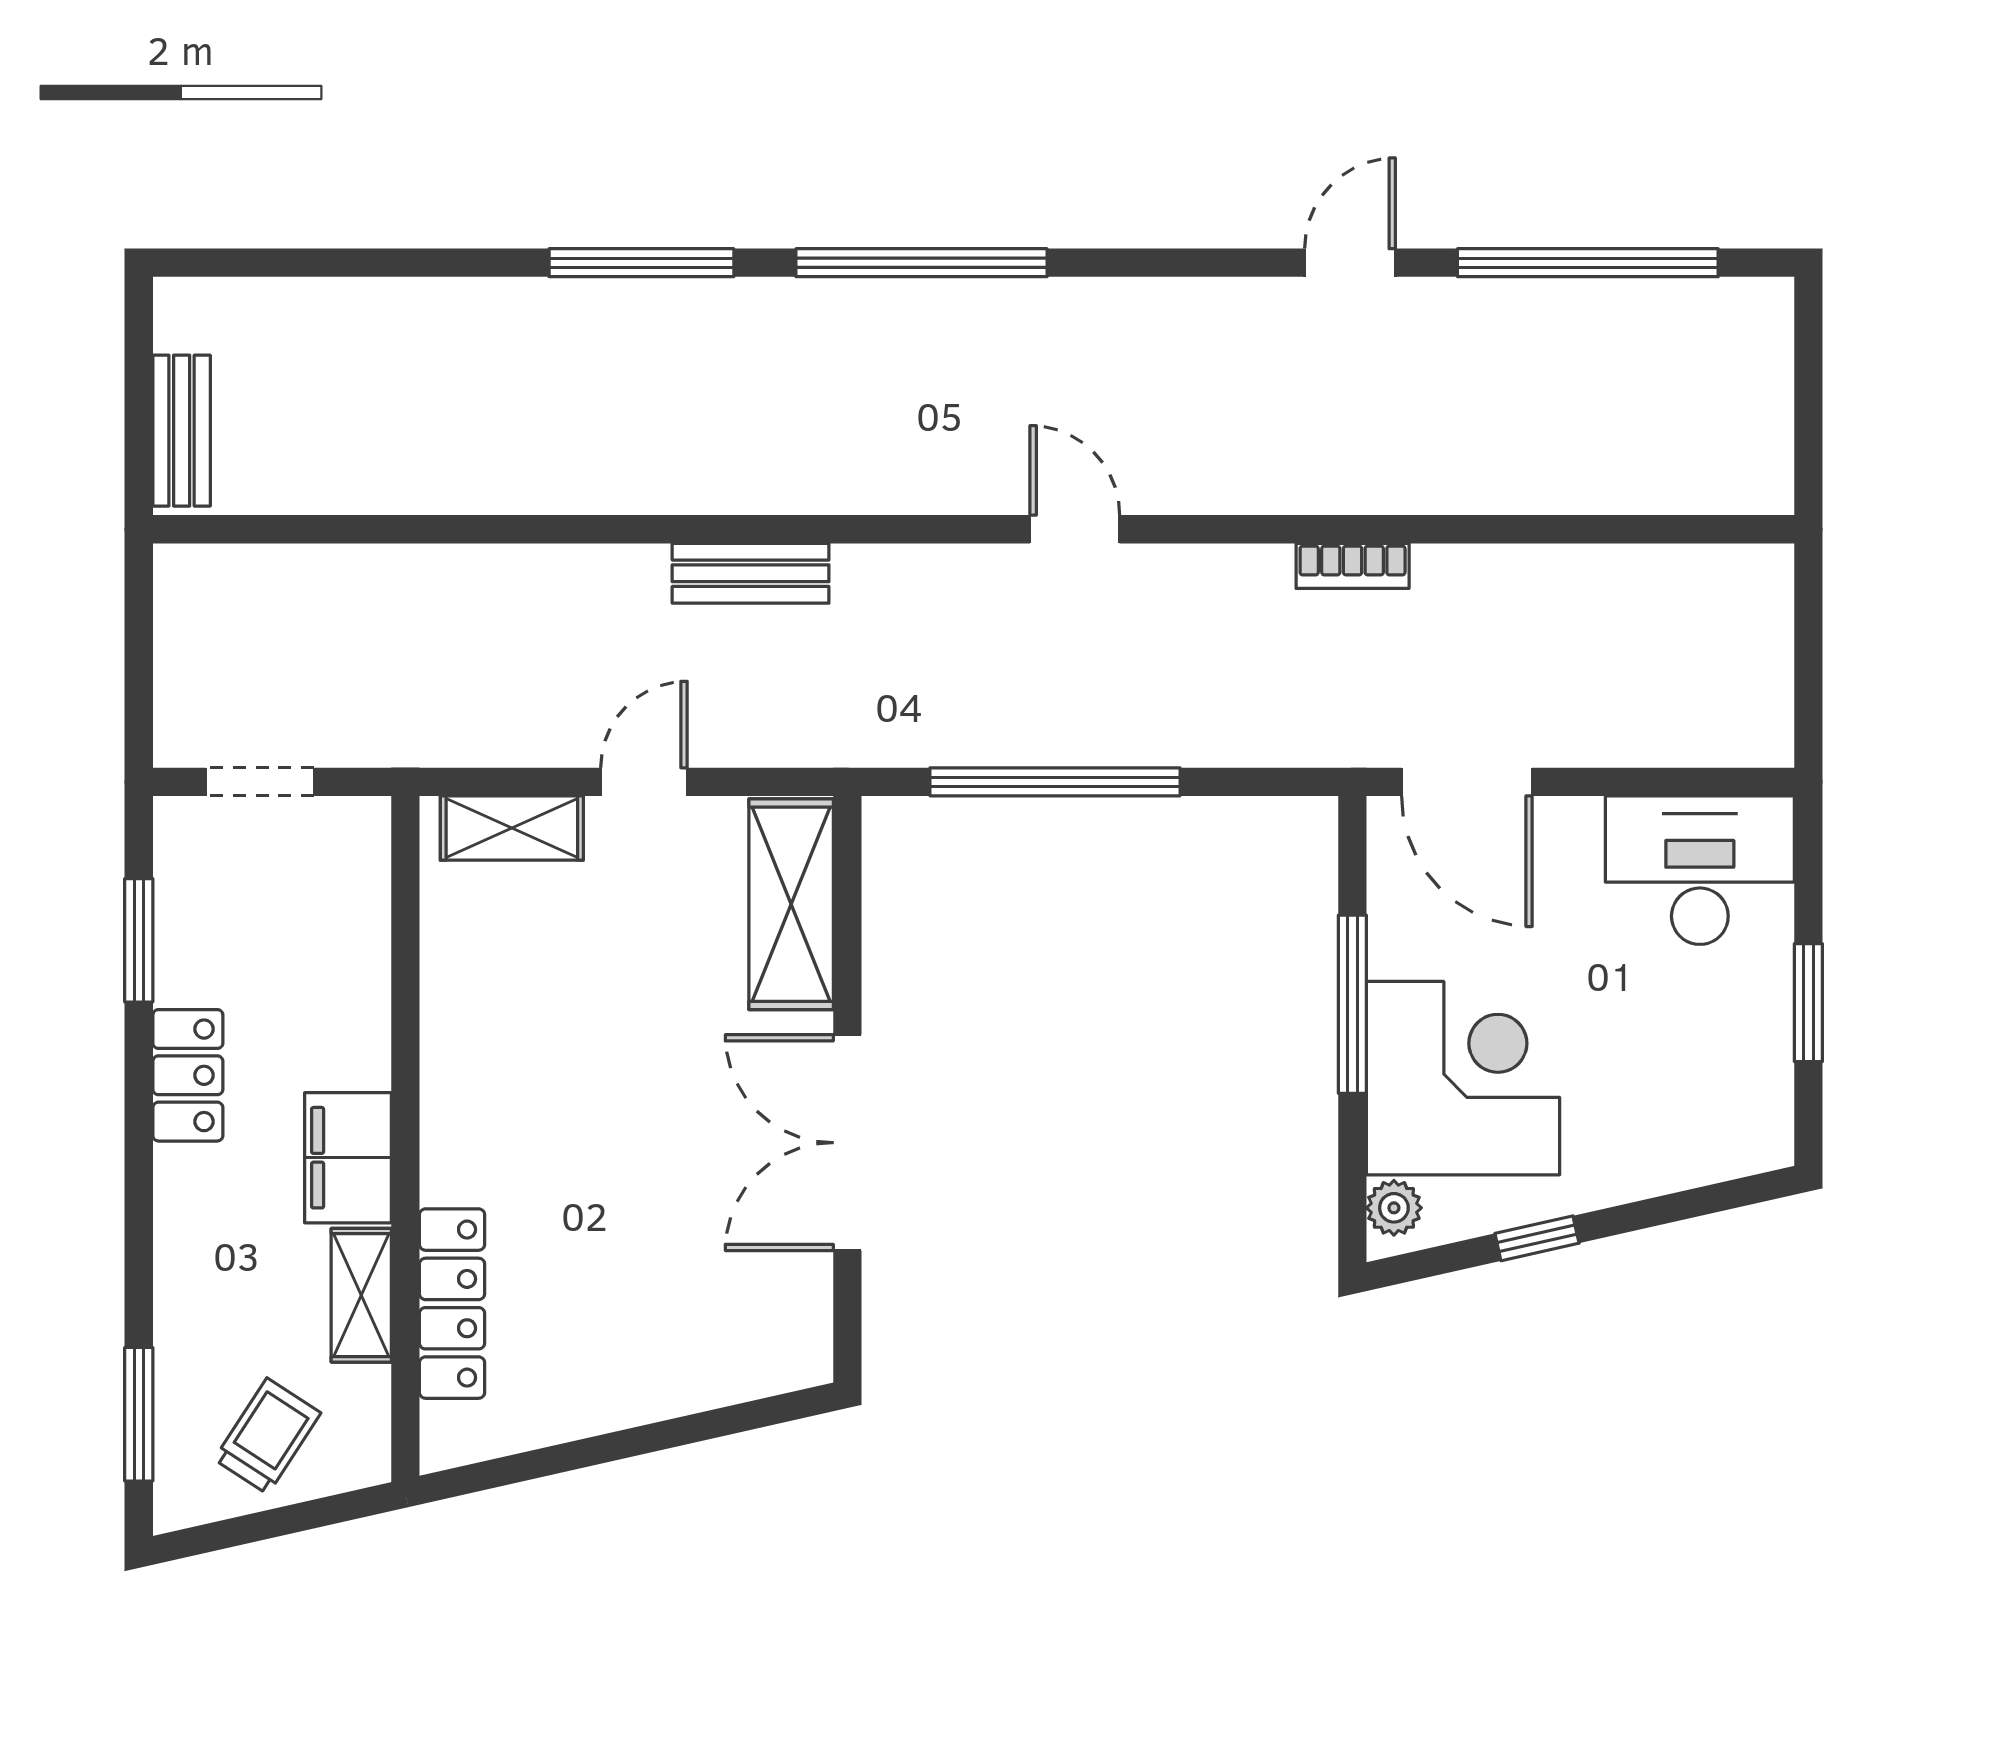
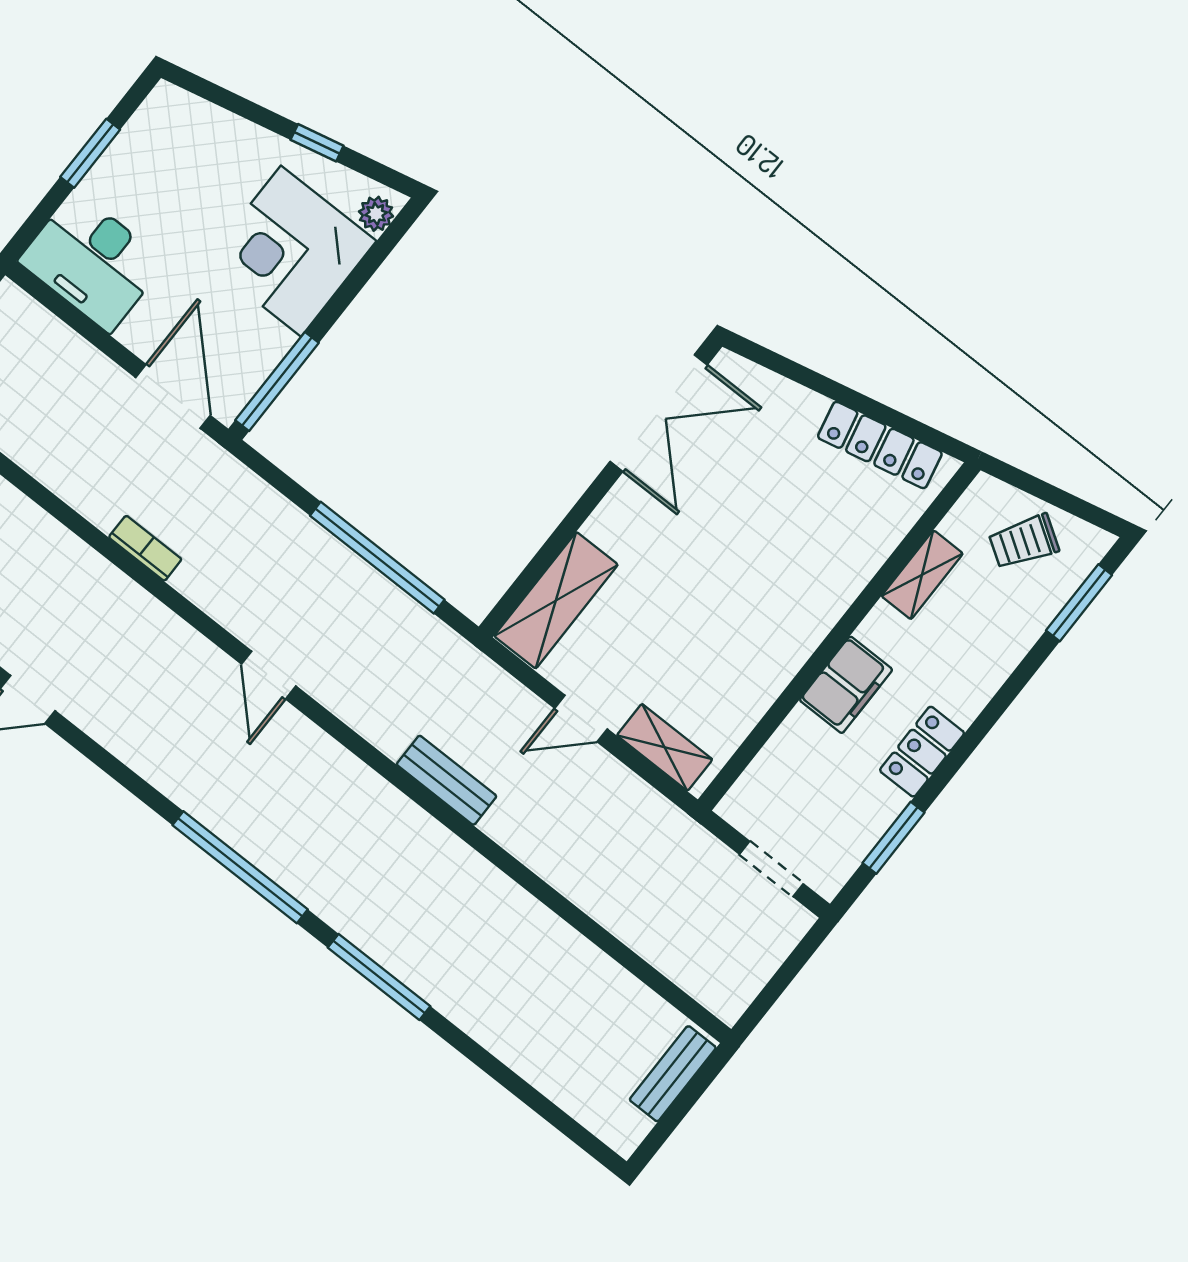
window: (1352, 1004) -> (277, 381), moved
double door: (847, 1143) -> (659, 413), moved
filing cabinet: (348, 1158) -> (846, 685), moved
locker: (452, 1304) -> (880, 445), moved, turned -103

